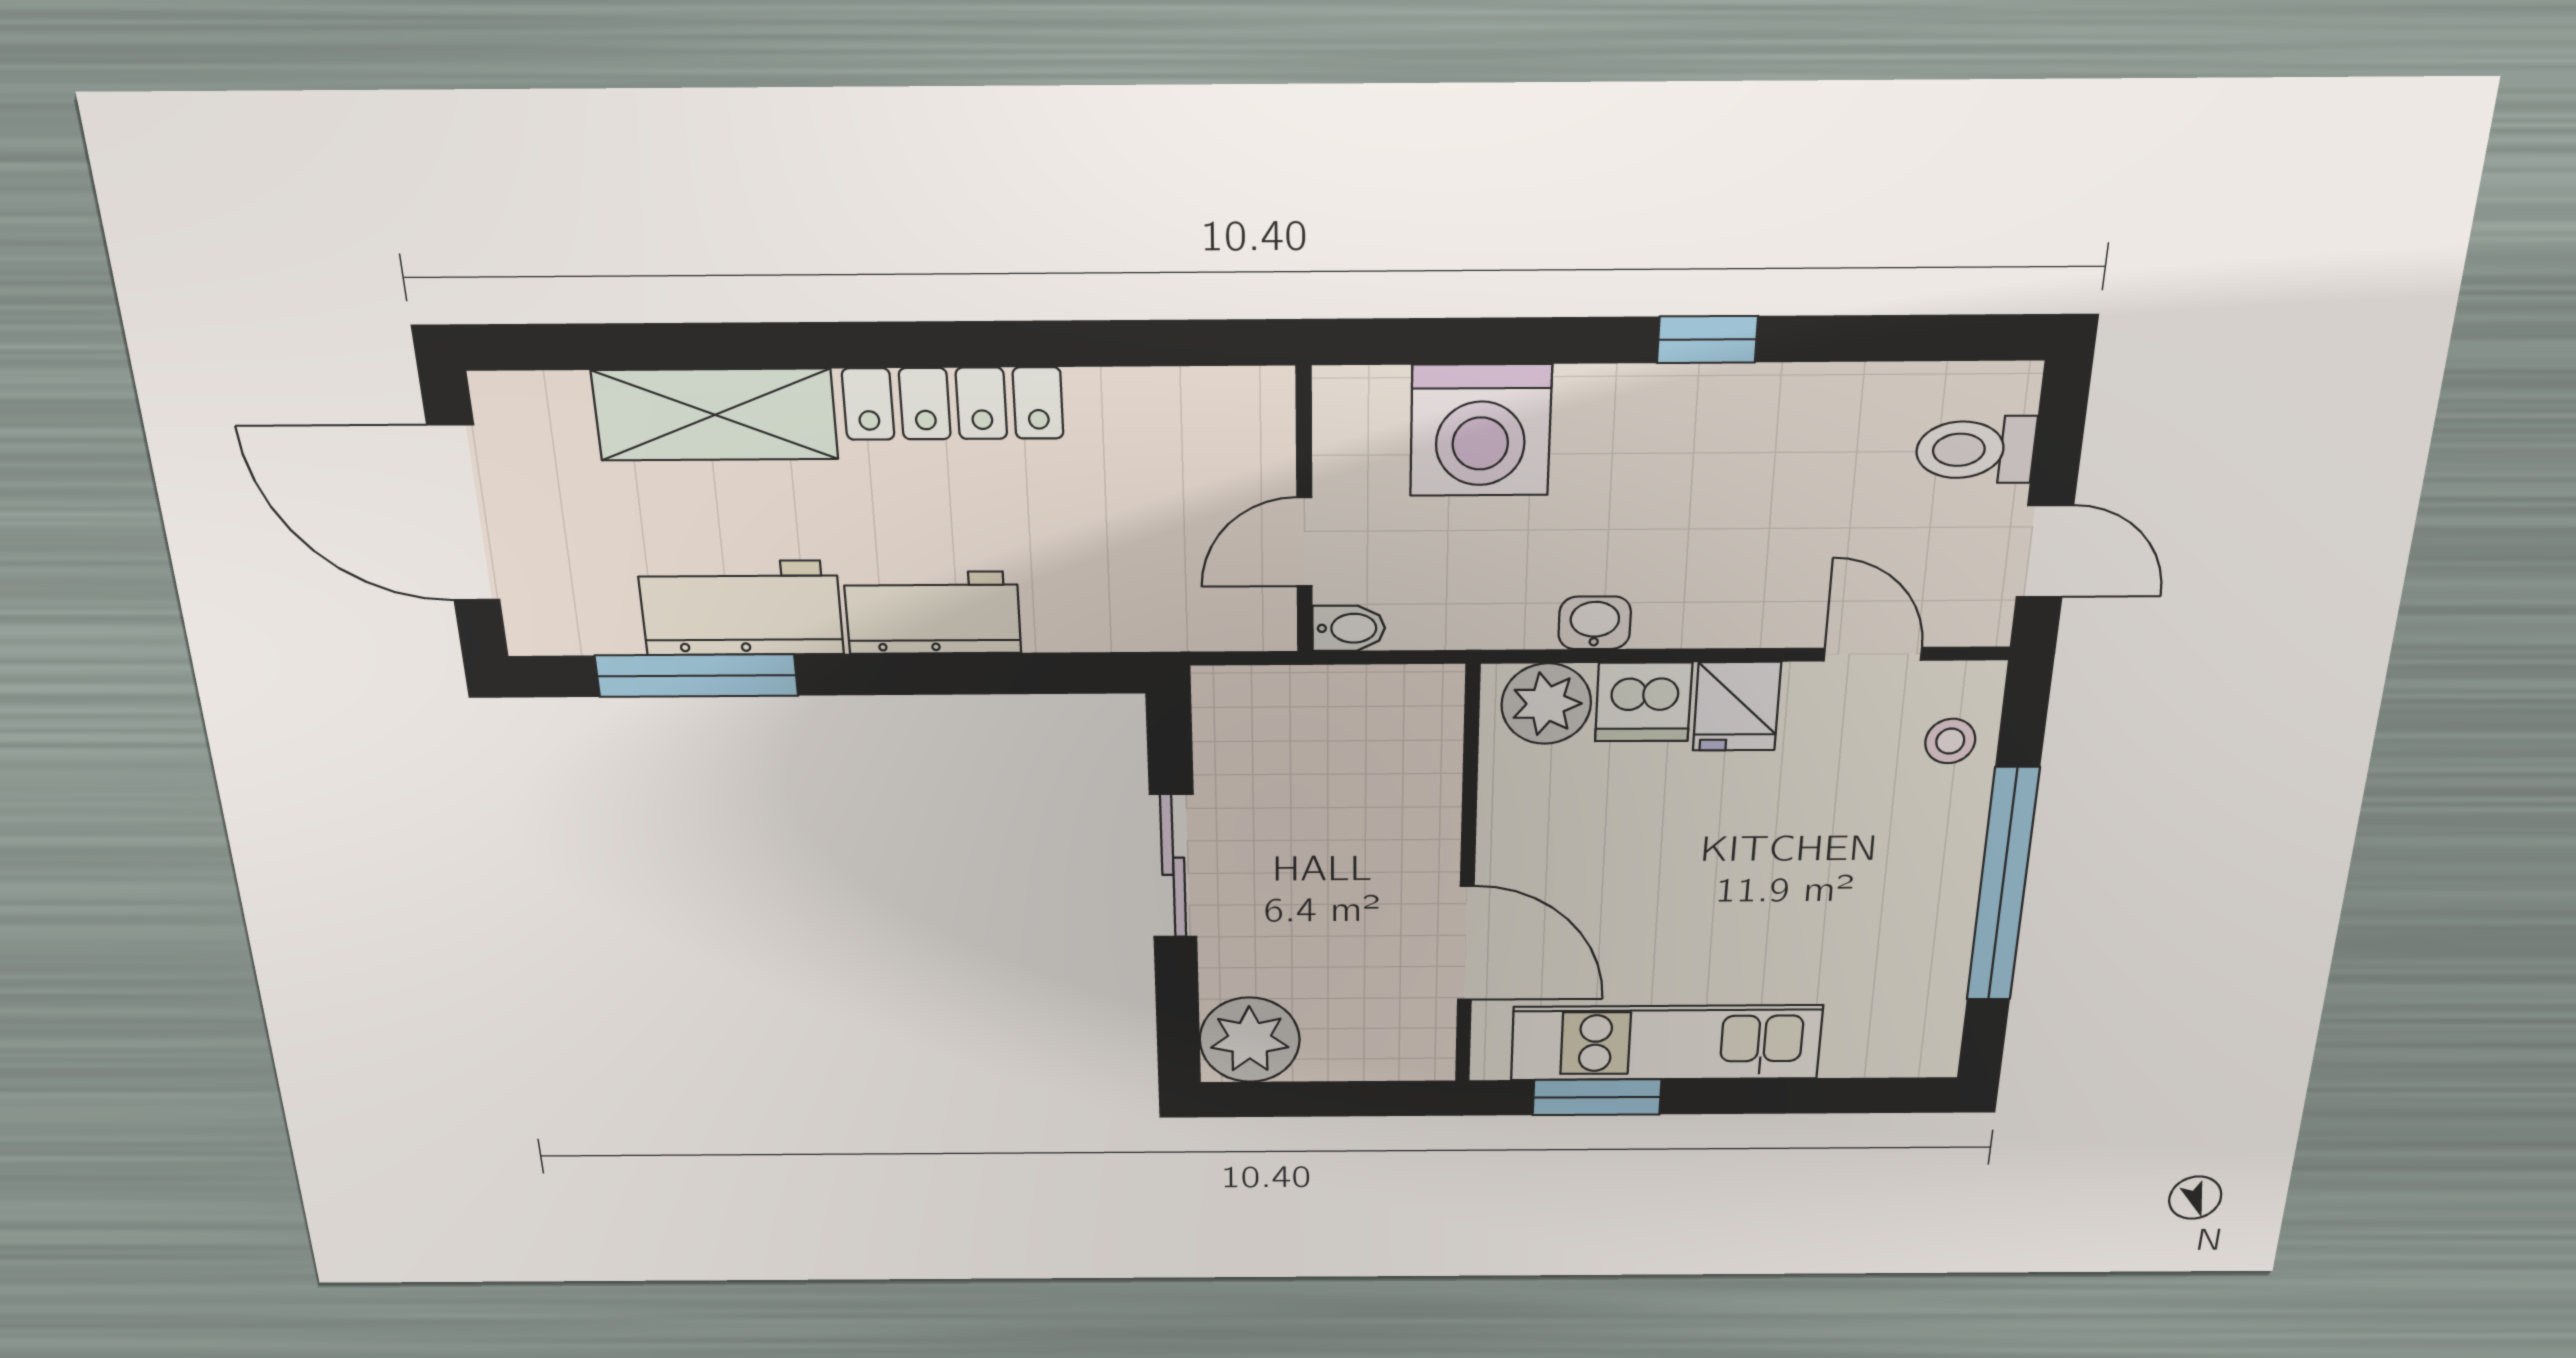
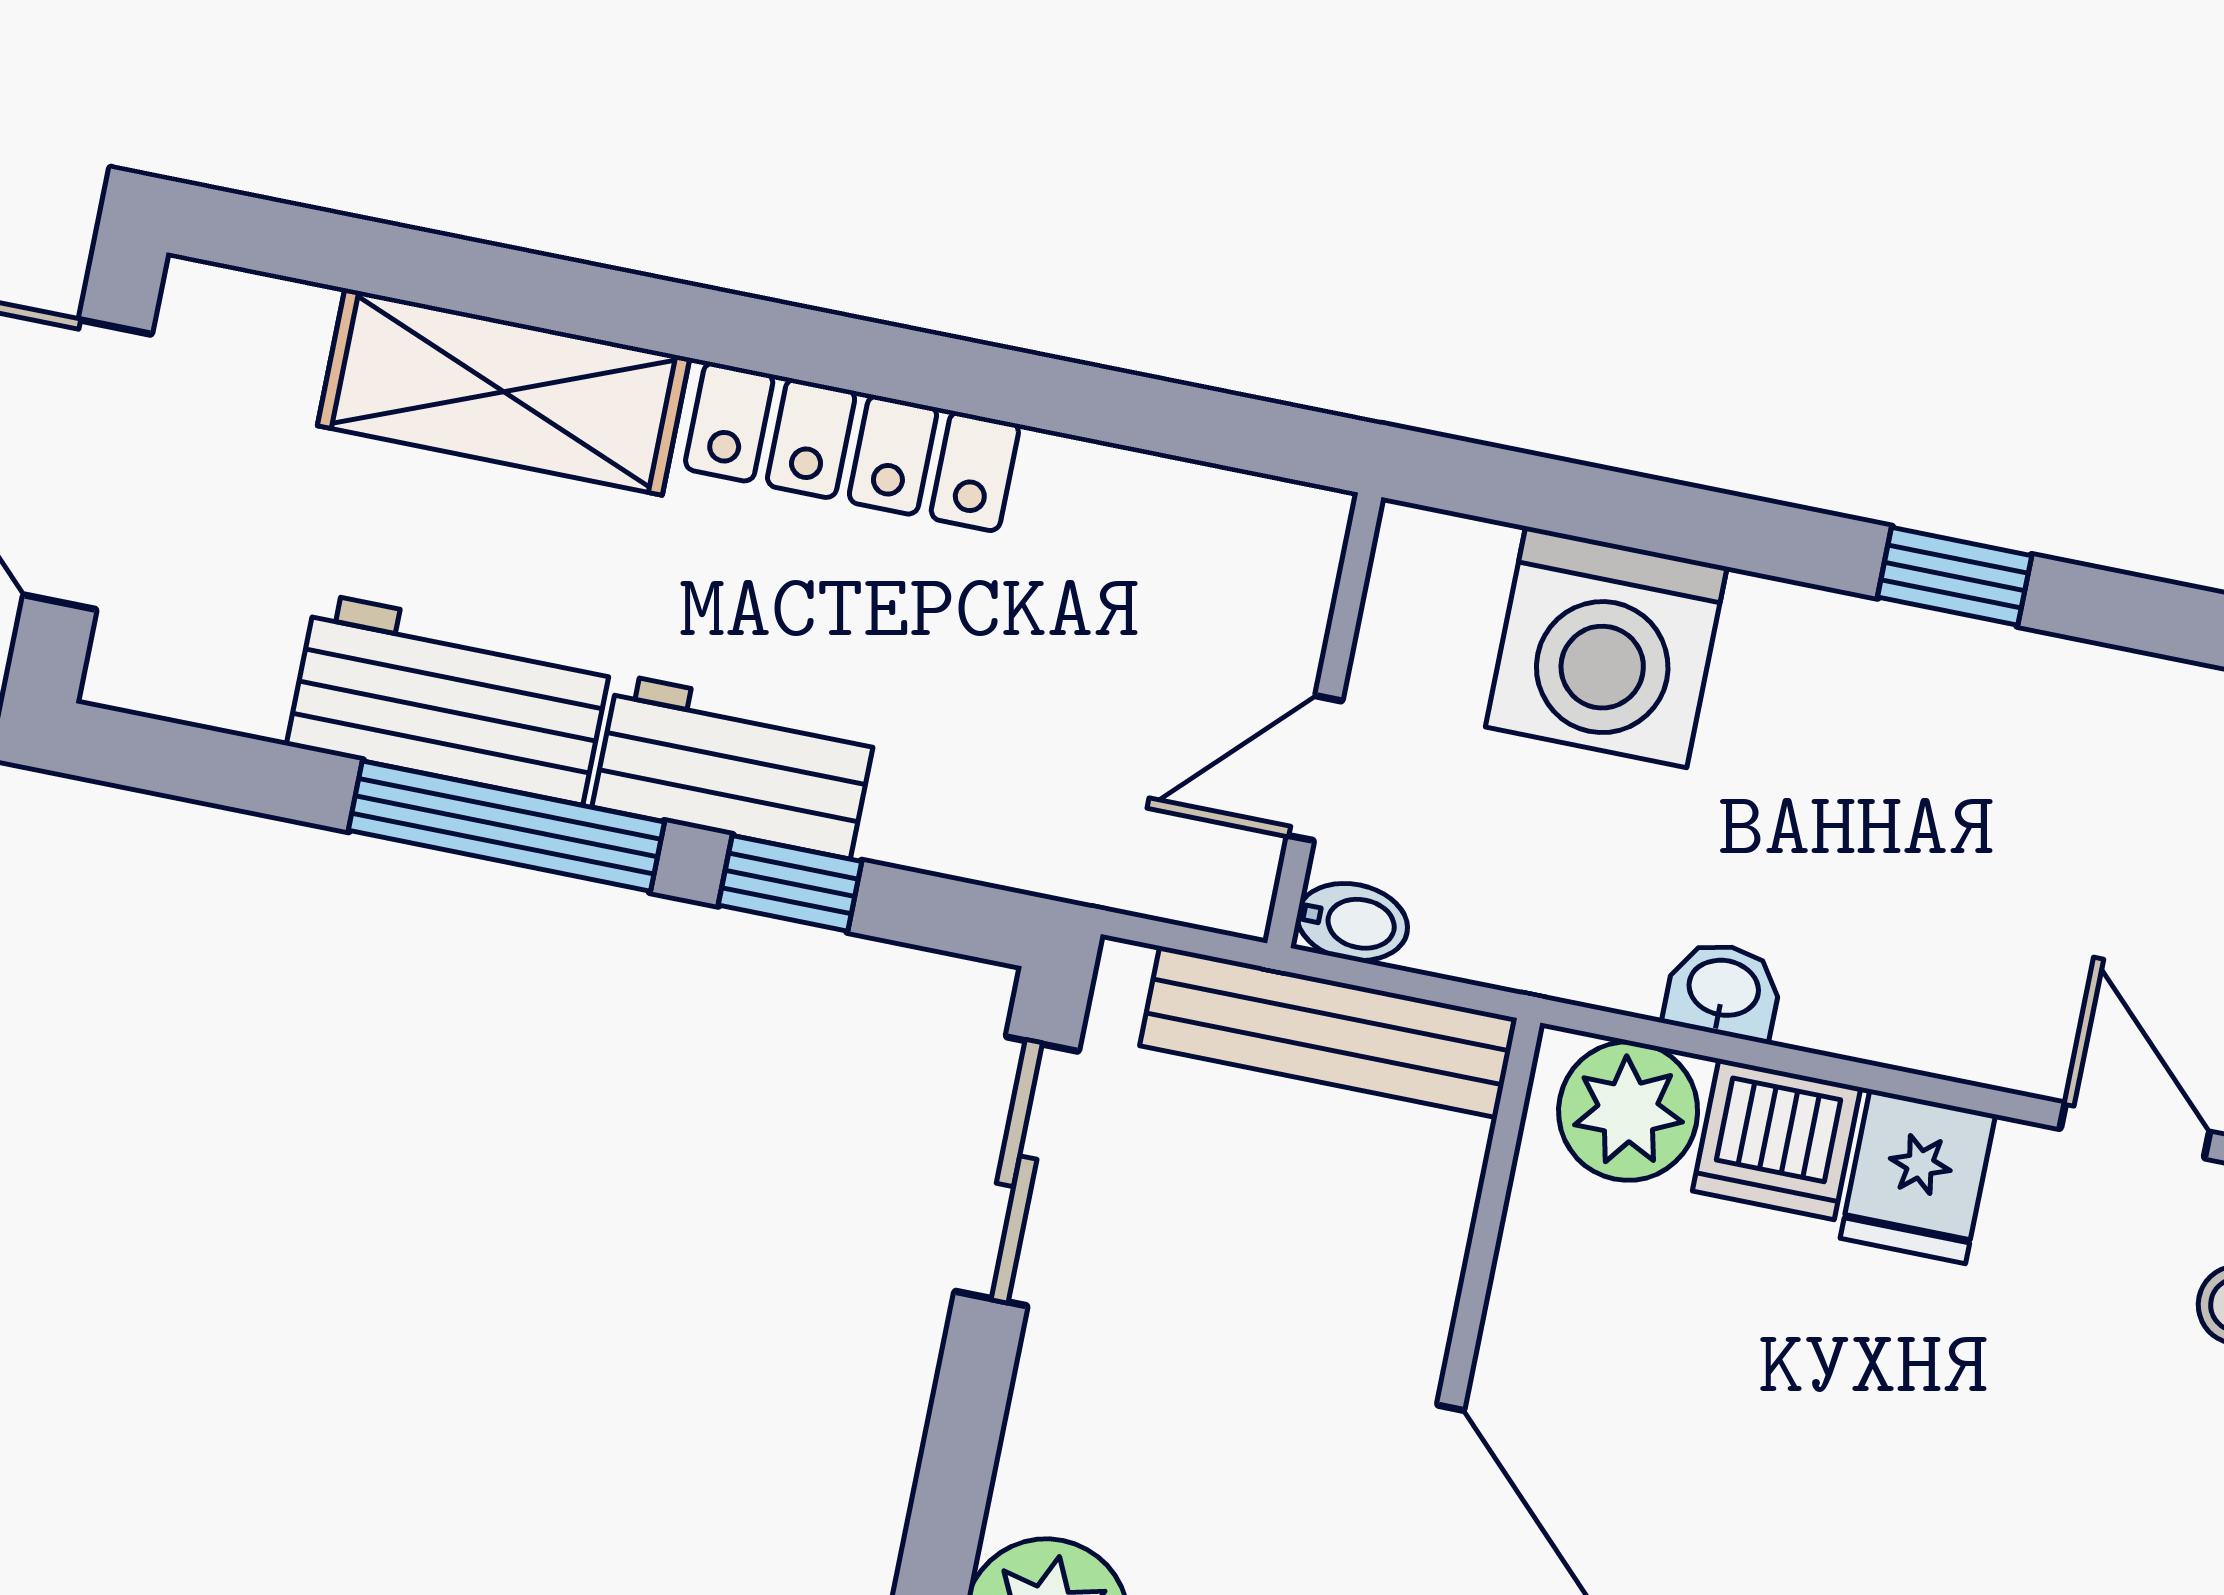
window: (987, 674) -> (790, 883), added
window: (697, 676) -> (506, 826), moved
bench: (1347, 694) -> (1328, 1032), added
sliding door: (1173, 866) -> (1017, 1171), moved

